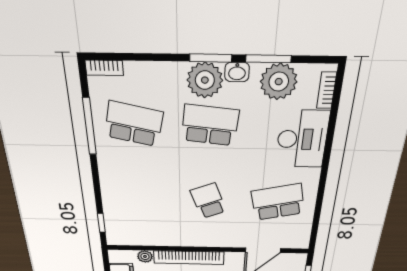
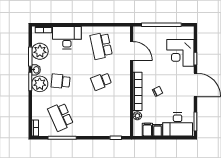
school desk: (134, 124) -> (61, 117), turned -36
school desk: (210, 125) -> (61, 81), width x0.54

